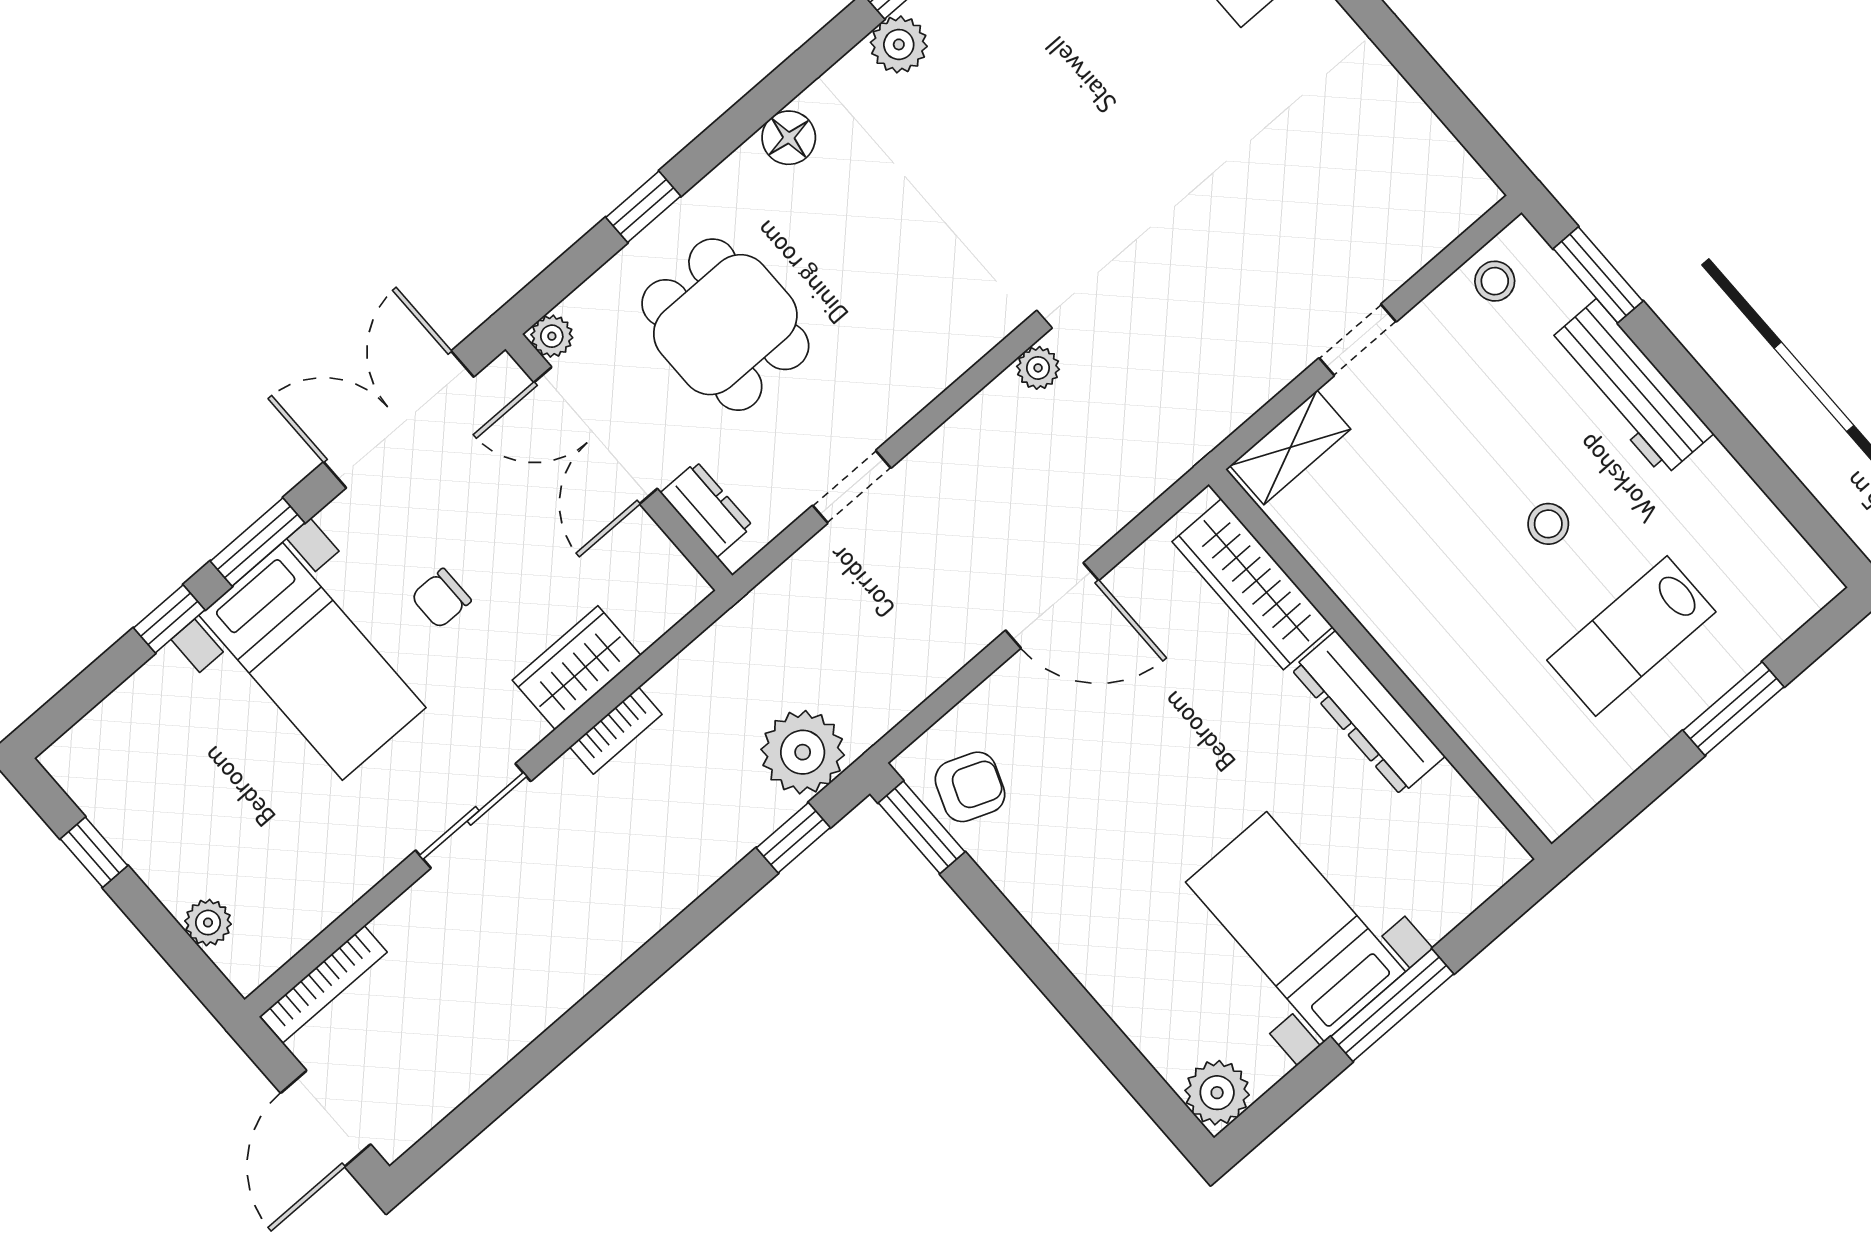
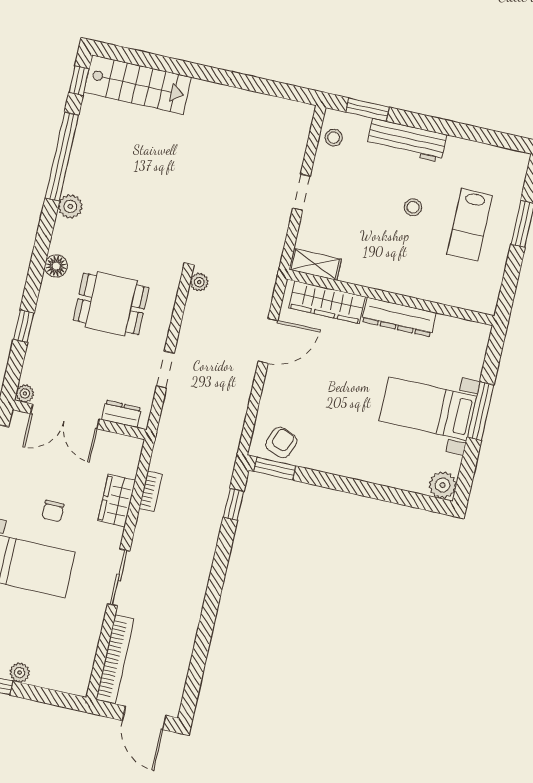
dining table: (725, 325) -> (111, 304), moved
shelving: (1290, 447) -> (315, 264), moved, turned 90
door: (1052, 605) -> (268, 341), moved
bookcase: (616, 731) -> (151, 491), moved
plant: (803, 752) -> (215, 473), removed
plant: (208, 923) -> (20, 673), moved
bookcase: (323, 984) -> (115, 659), width x1.48, depth x1.31

